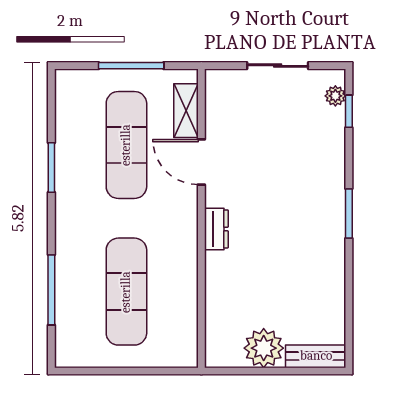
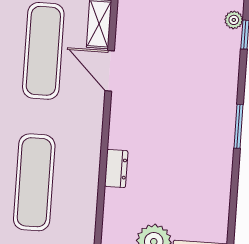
dresser: (216, 229) -> (116, 168), moved

